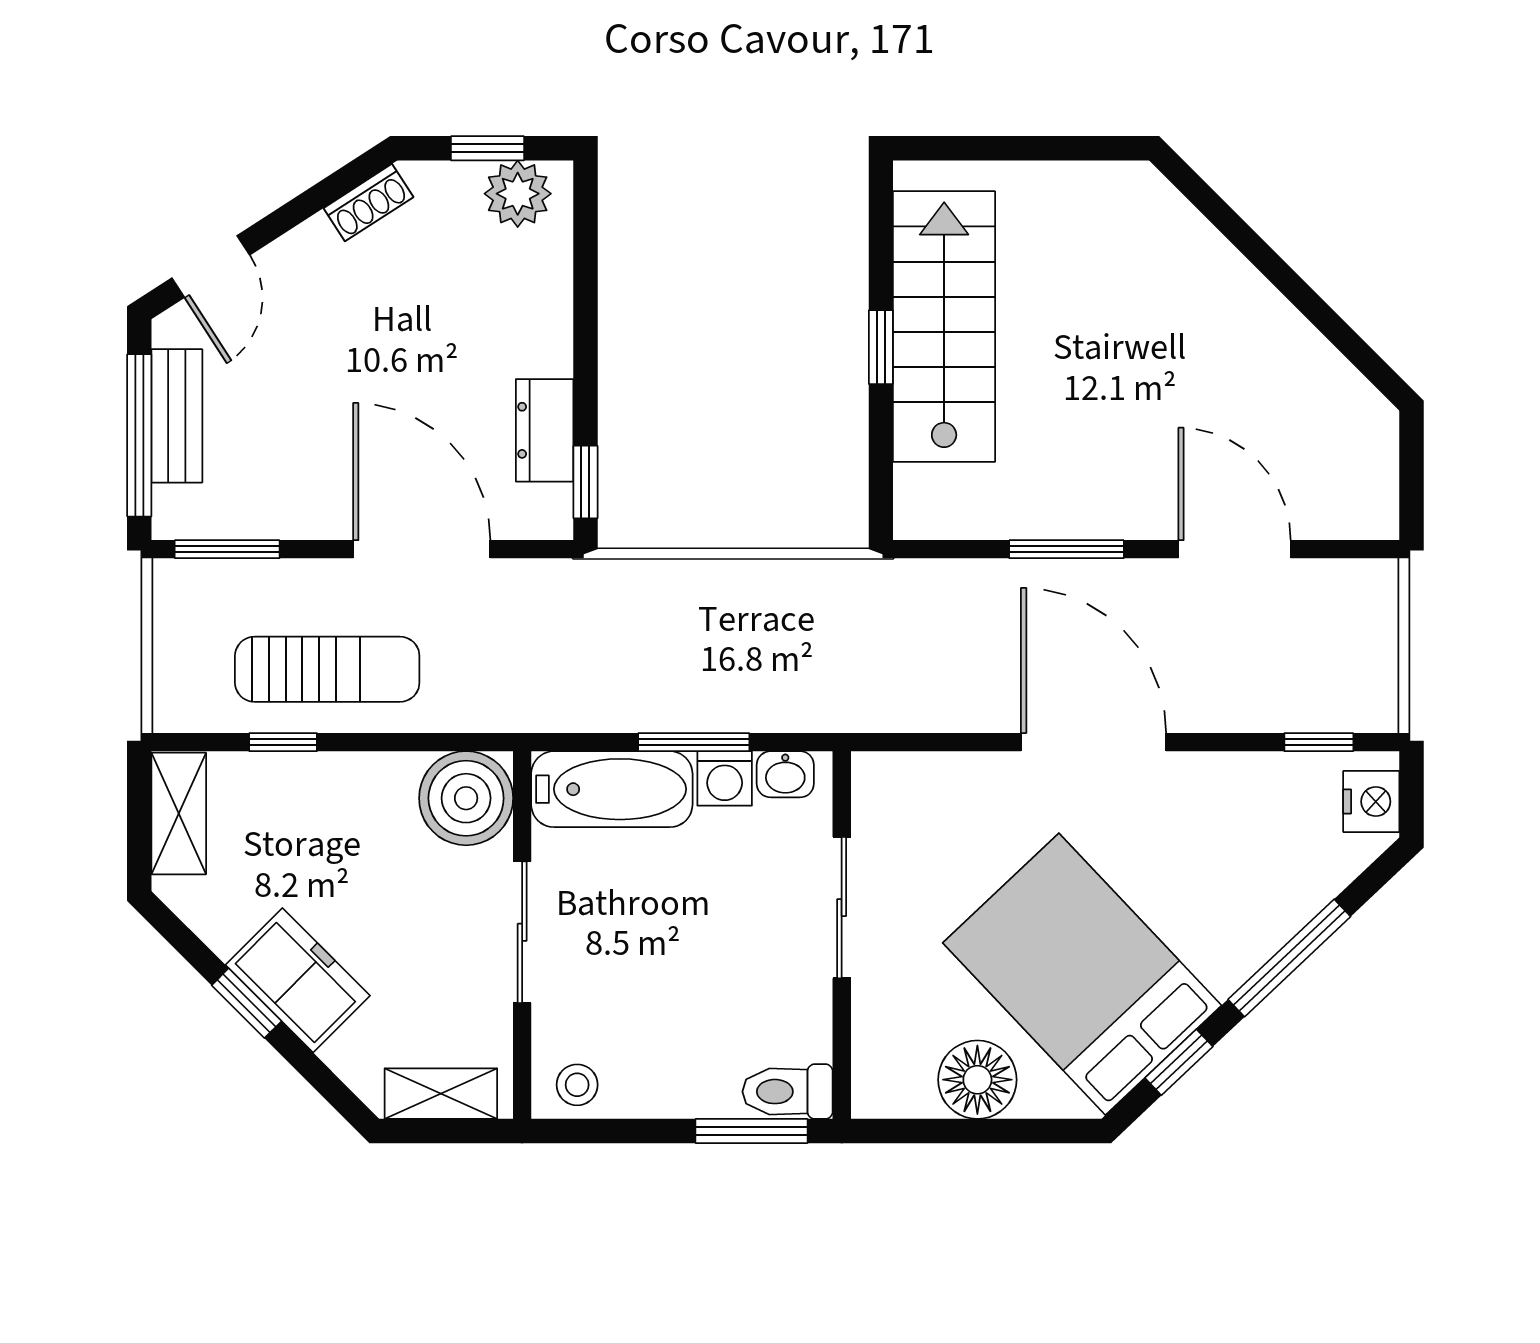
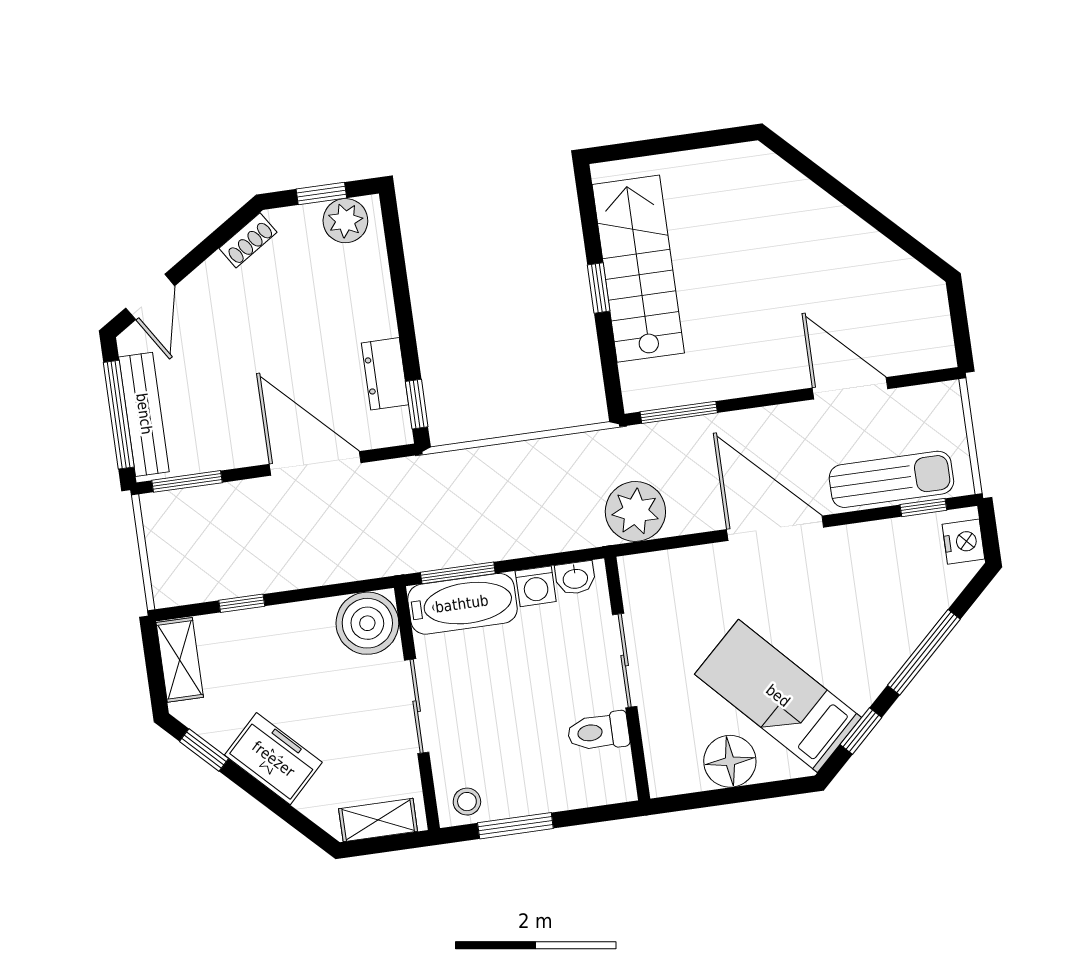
bench: (177, 416) -> (144, 414), width x1.36
window: (1067, 549) -> (679, 412), moved
sun lounger: (327, 669) -> (891, 479), moved
plant: (889, 688) -> (635, 511), added
window: (694, 742) -> (458, 573), moved
bed: (1082, 974) -> (778, 696), width x0.67
window: (247, 1003) -> (204, 750), moved
toilet: (788, 1092) -> (598, 732), moved
window: (752, 1131) -> (515, 826), moved

